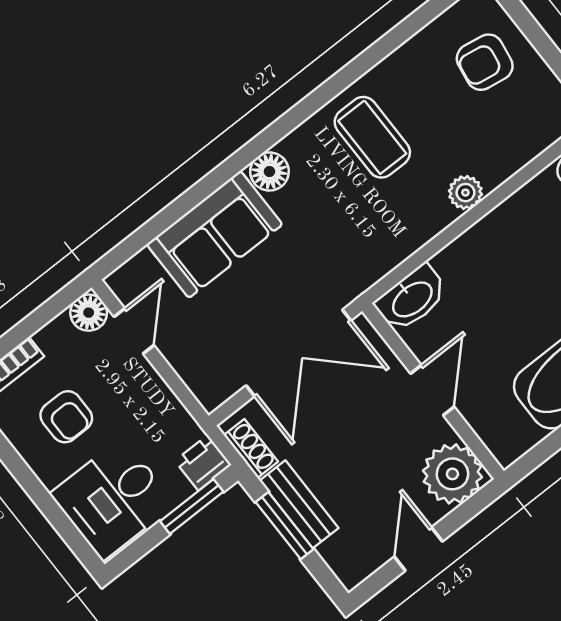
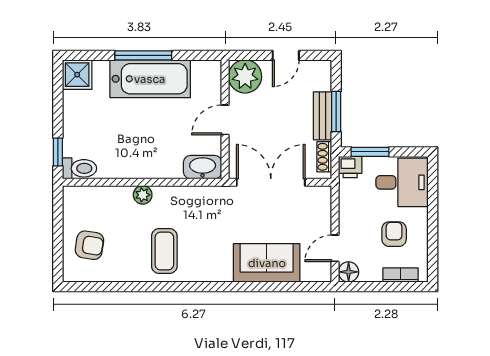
floor lamp: (269, 172) -> (221, 271), removed

